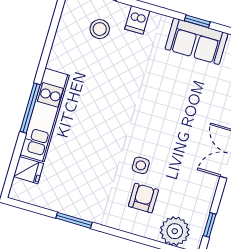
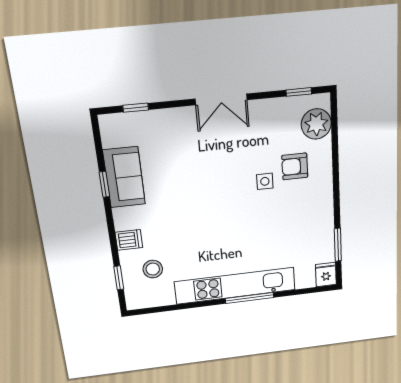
kitchen unit: (45, 115) -> (235, 286), width x1.36
fridge: (28, 170) -> (326, 275), moved
window: (74, 220) -> (338, 245), moved

